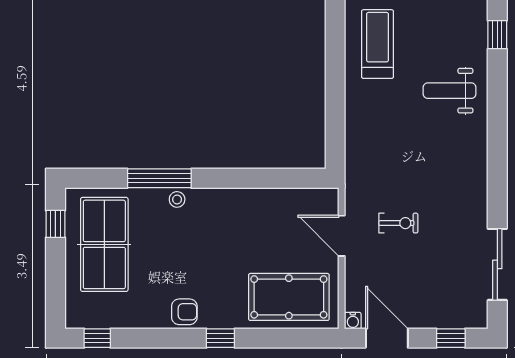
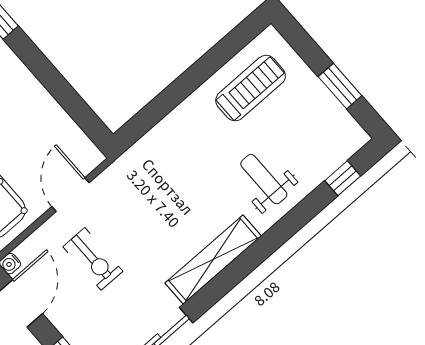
shelving: (475, 176) -> (213, 260), added
exercise bike: (398, 223) -> (93, 259), moved, width x1.38, depth x1.39

